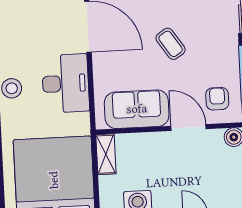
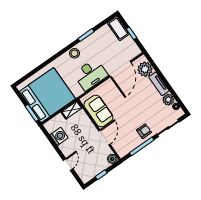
coffee table: (171, 44) -> (135, 108), removed
armchair: (217, 99) -> (144, 131), moved

